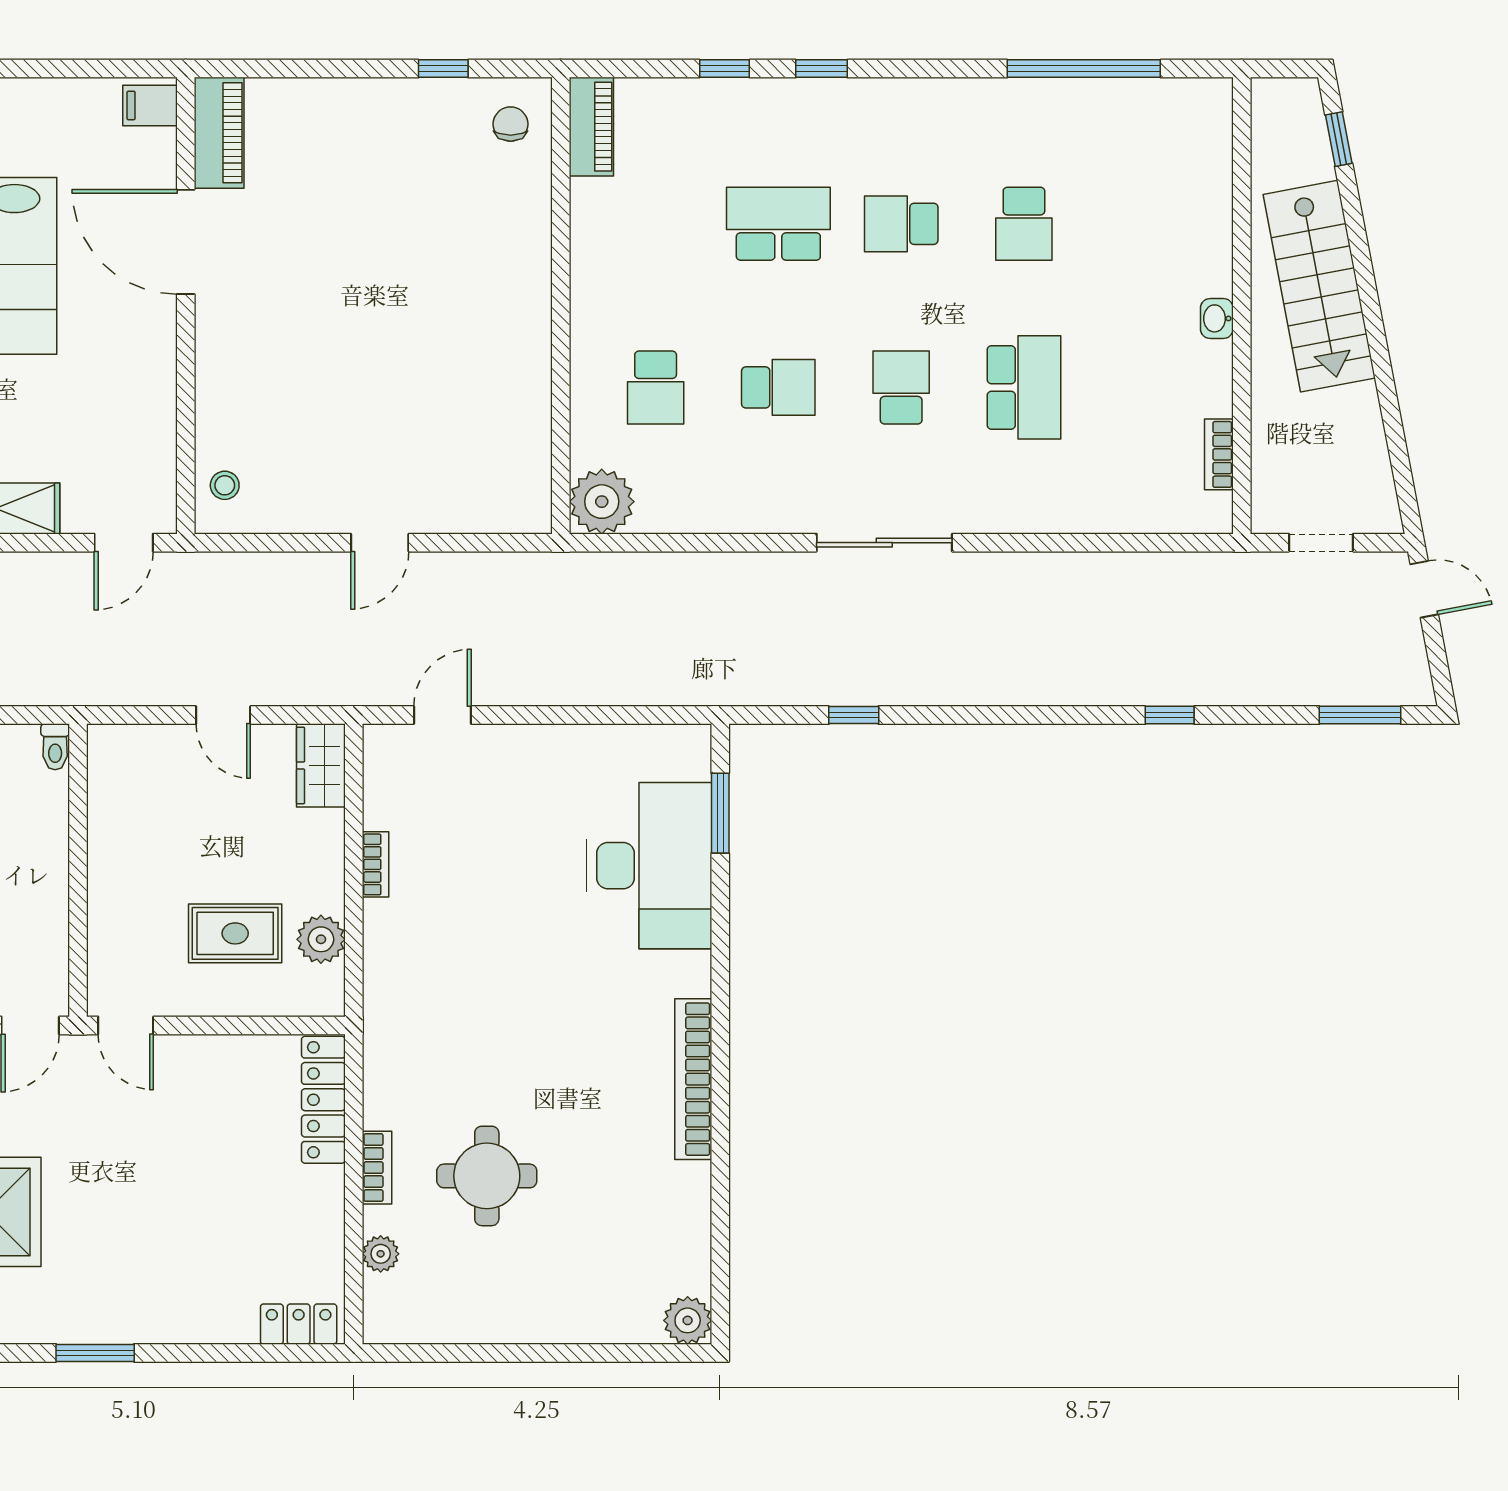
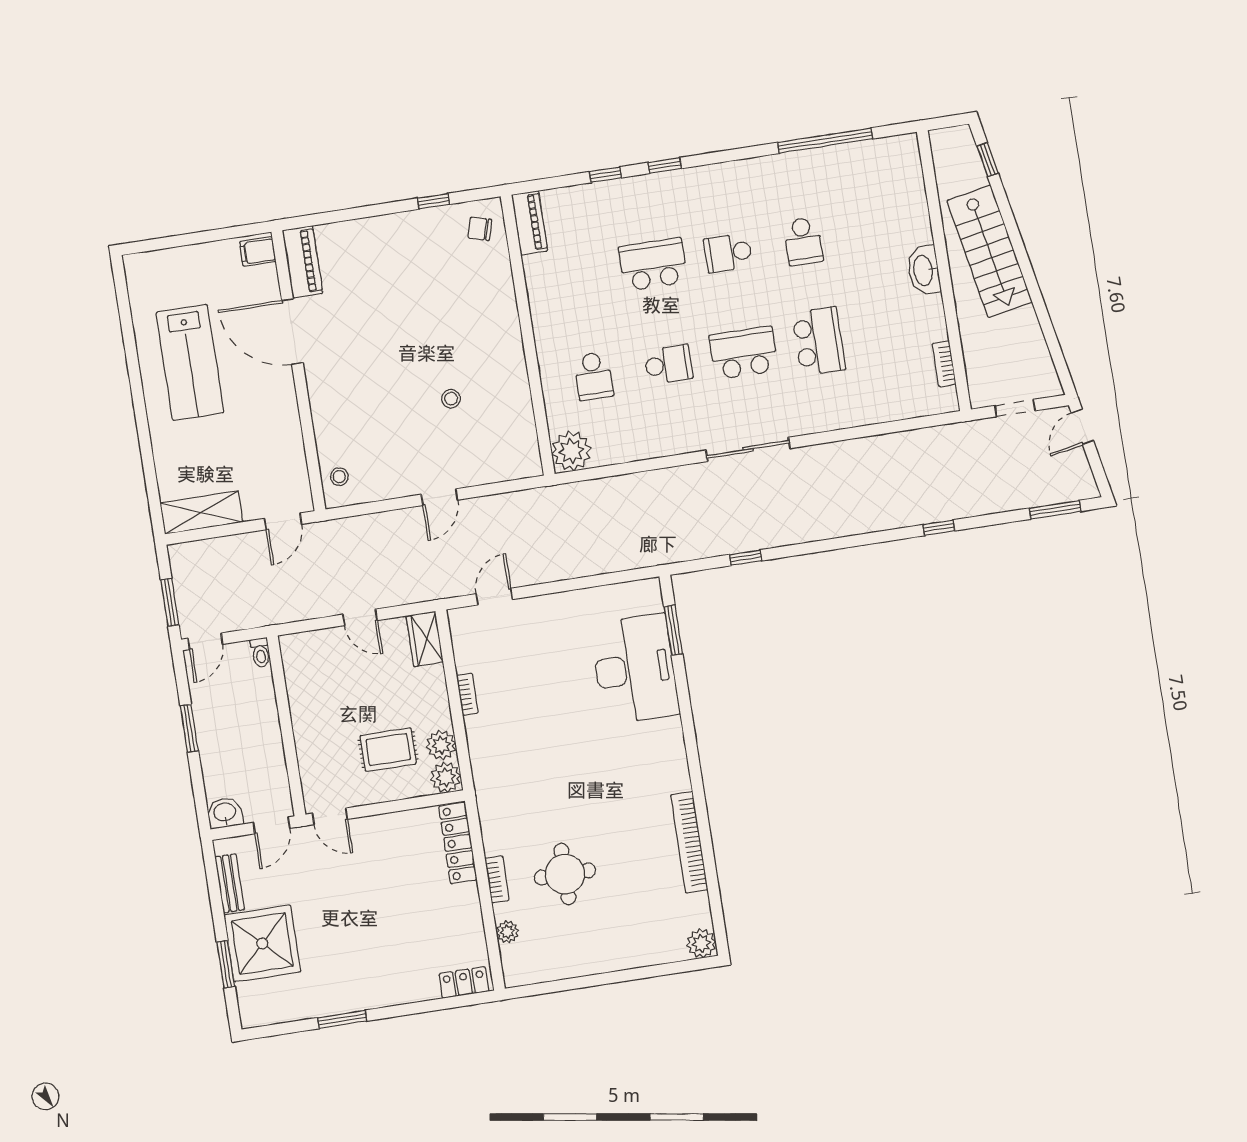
chair: (511, 124) -> (480, 229), turned -74
washbasin: (1217, 318) -> (924, 270), width x1.91, depth x1.45
school desk: (901, 387) -> (744, 353), width x1.85
stool: (422, 388) -> (451, 399), added
door: (1424, 589) -> (1082, 427), swing flipped
plant: (320, 992) -> (446, 777), added
bookcase: (693, 1079) -> (689, 842), moved

